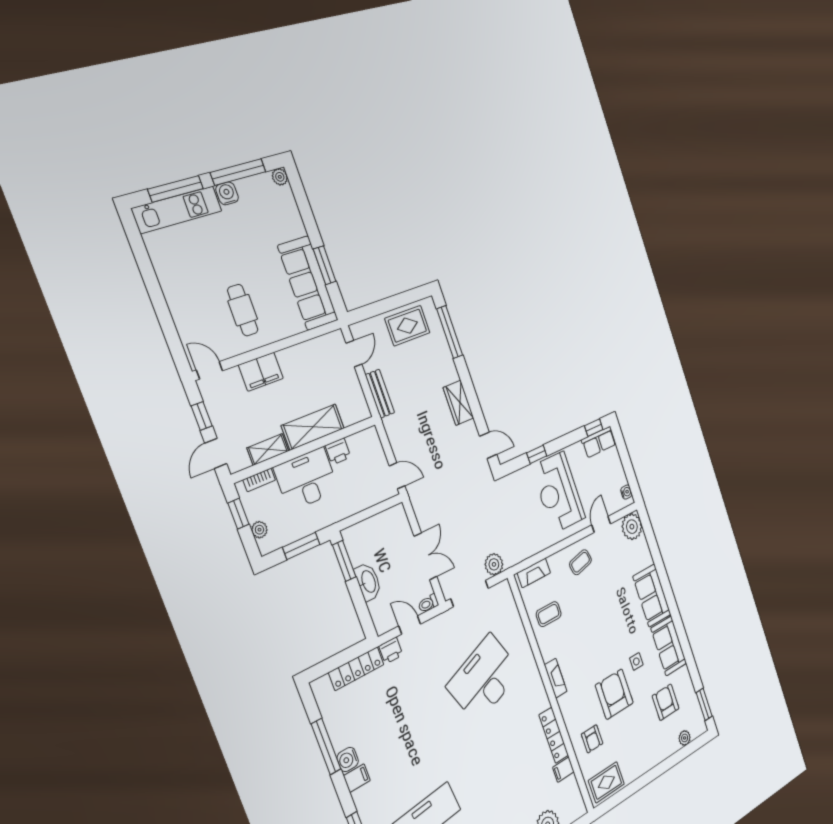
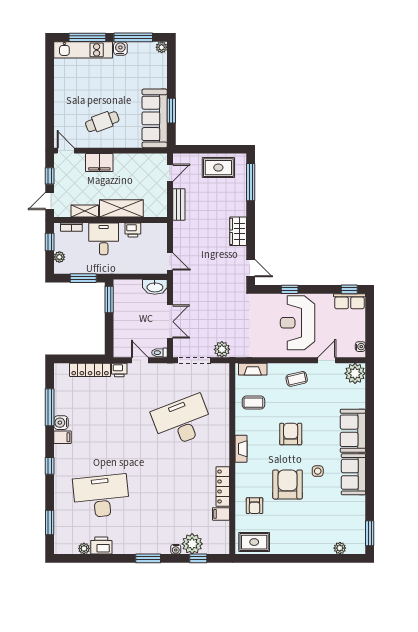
cafe table: (243, 310) -> (102, 122), turned 70
desk: (306, 479) -> (104, 239), width x0.73
washbasin: (368, 582) -> (155, 287), moved, turned 90
armchair: (666, 702) -> (291, 434), moved

